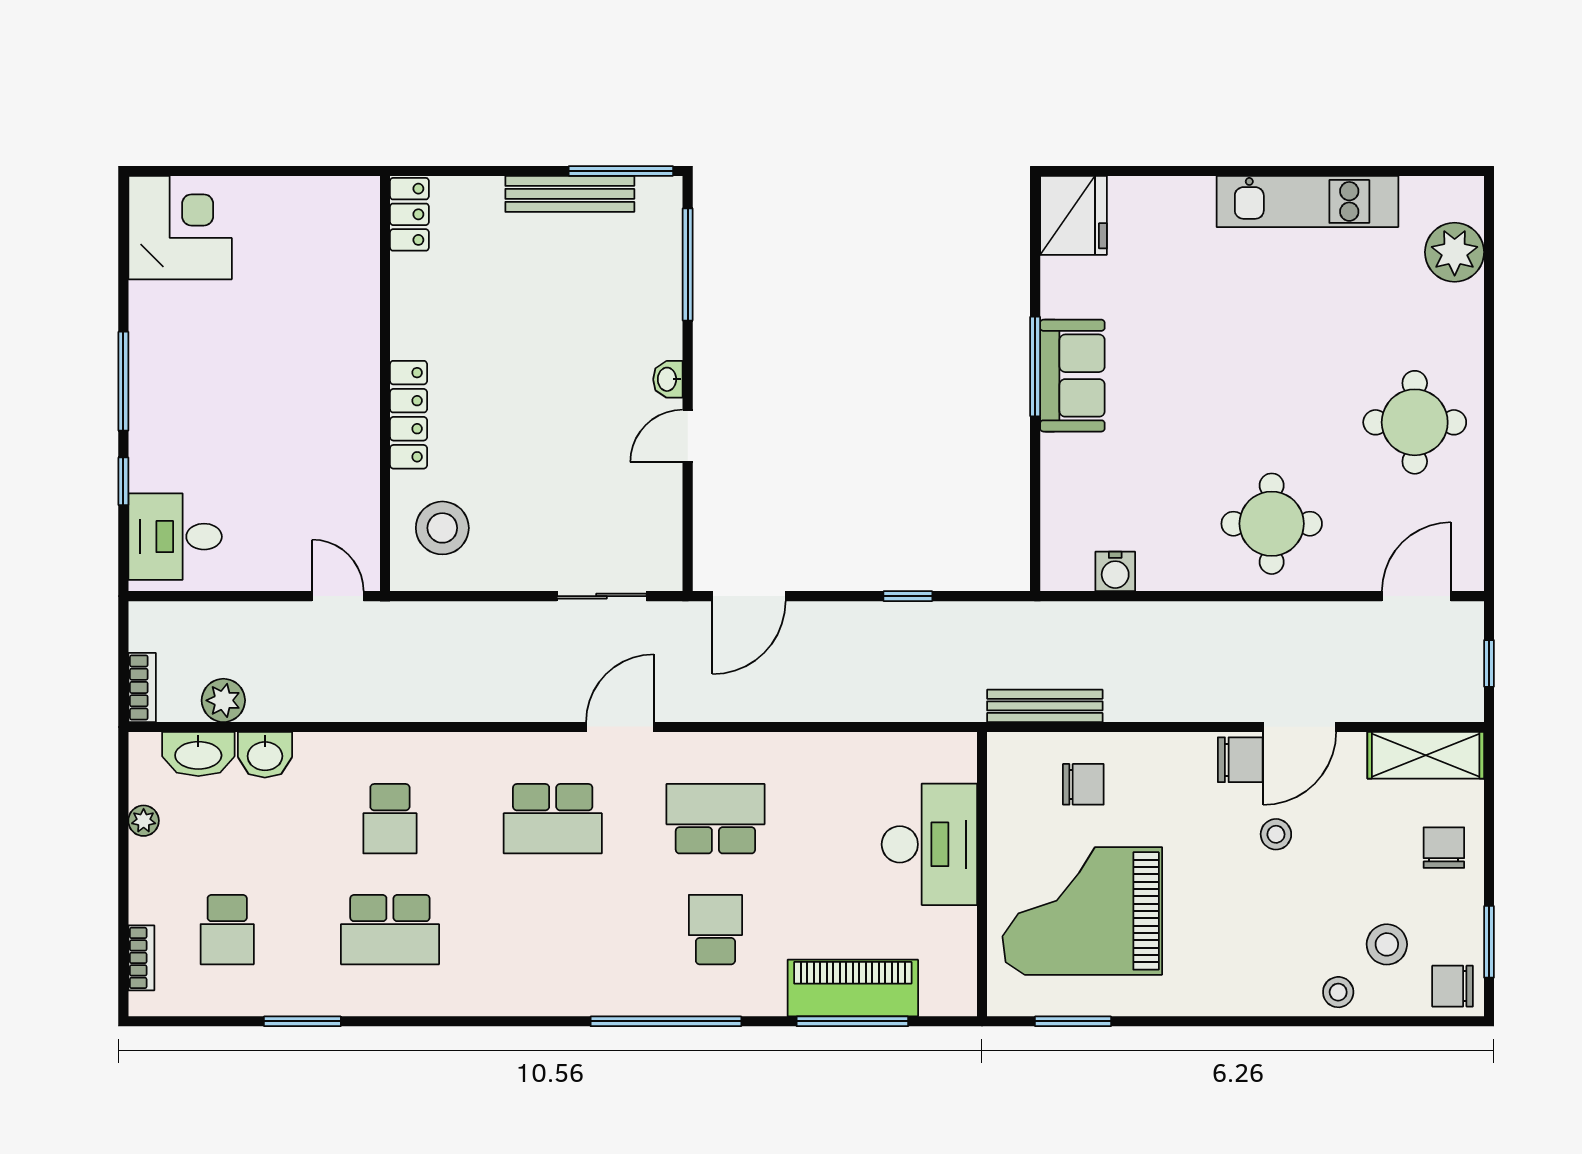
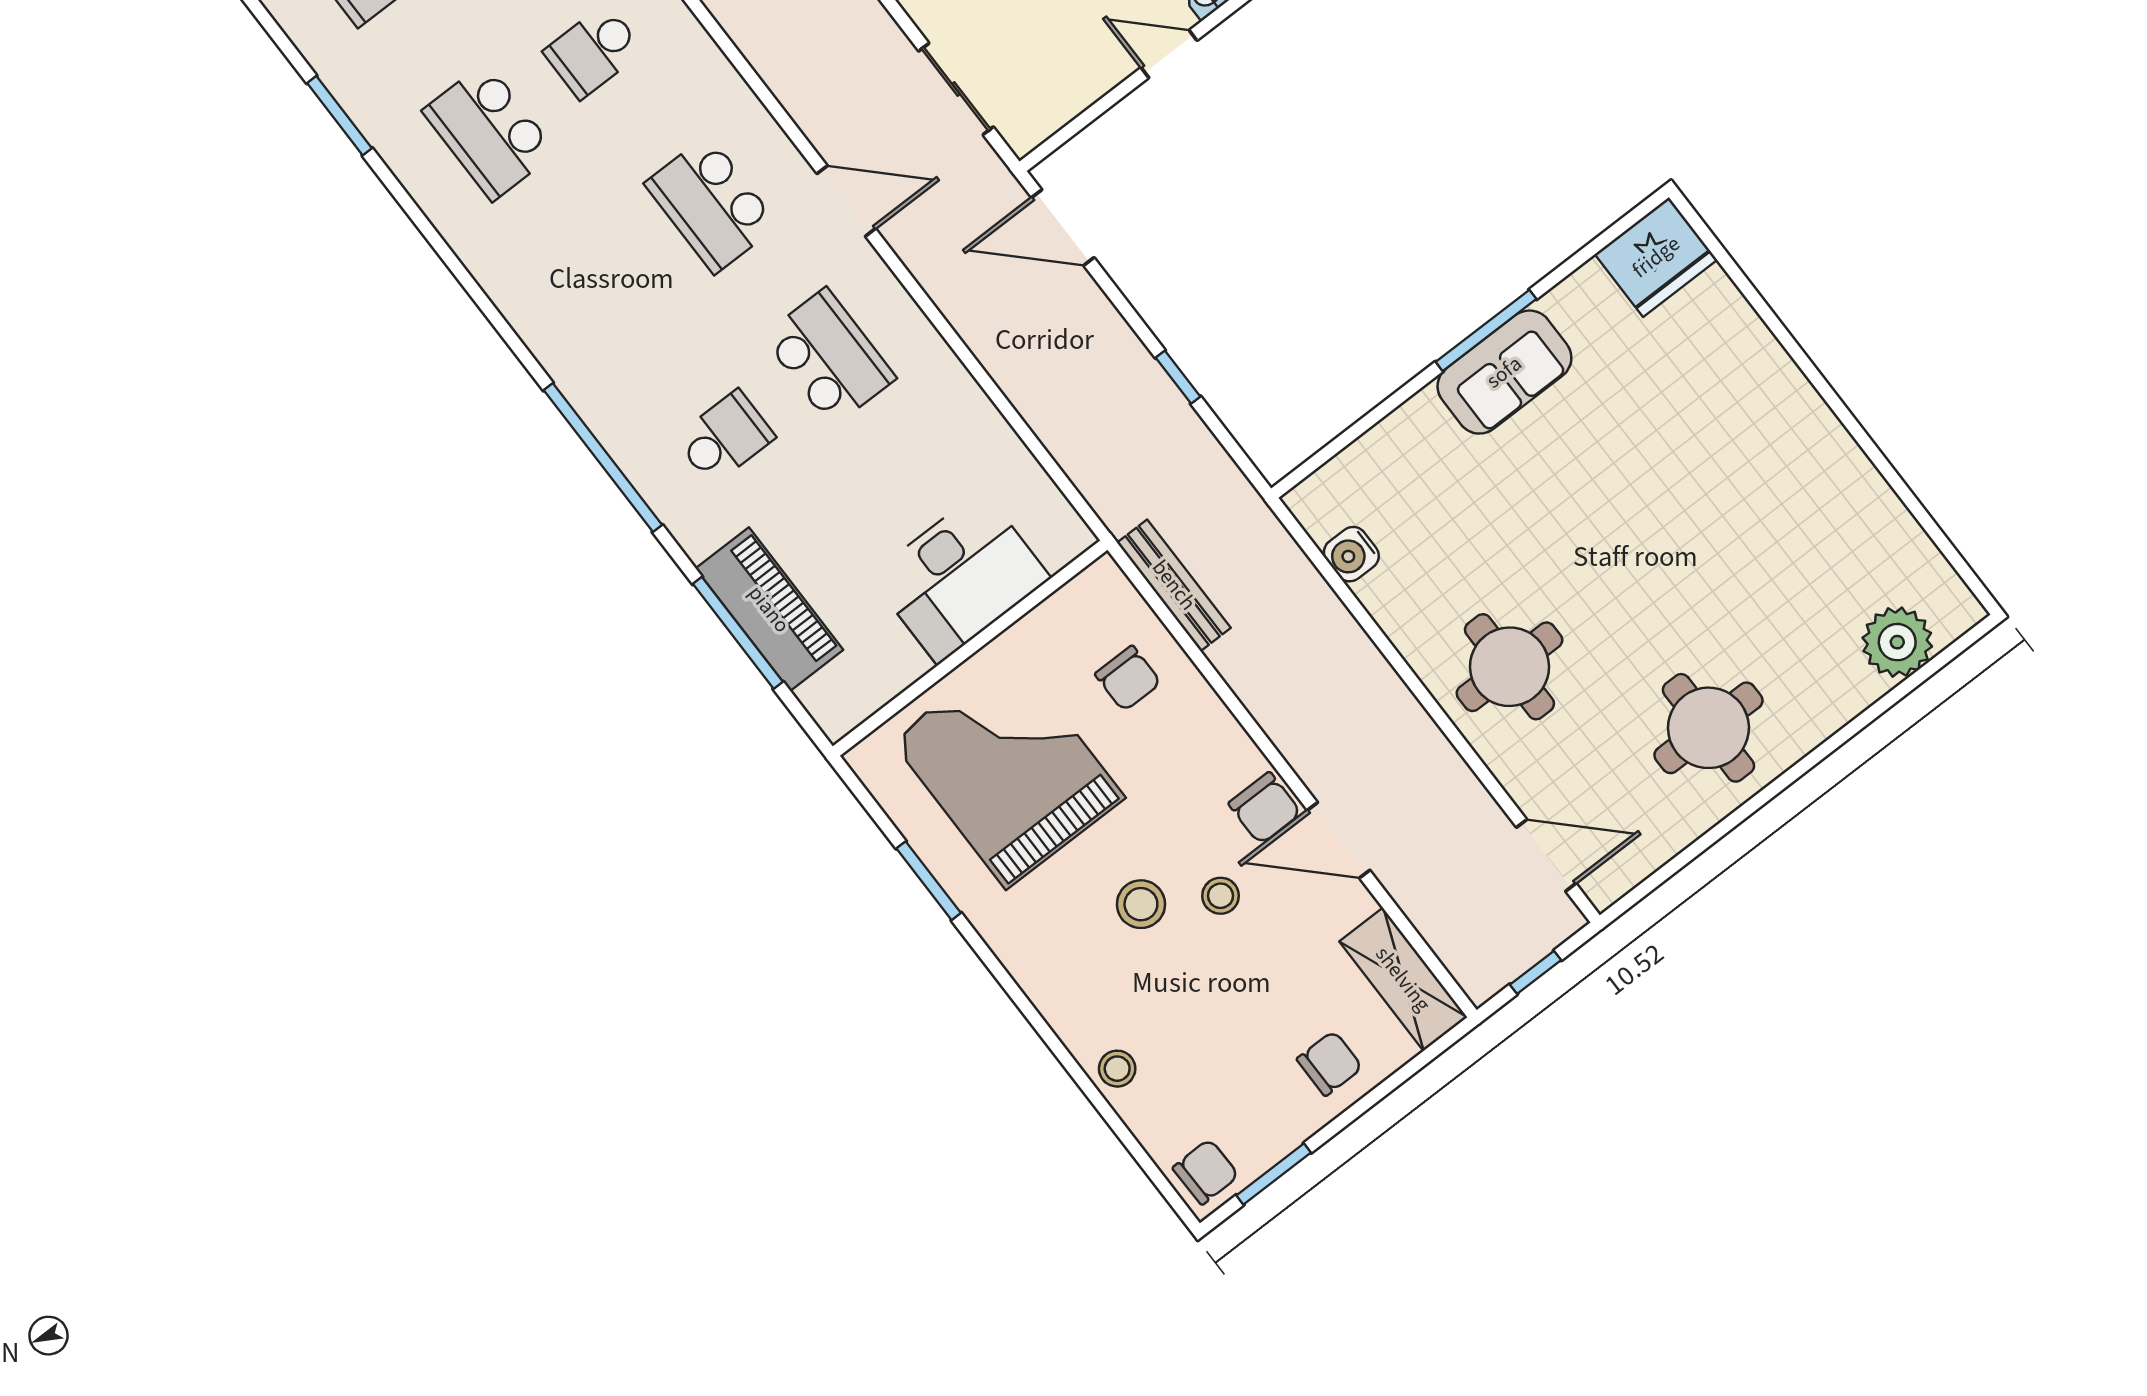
kitchen unit: (1307, 201) -> (1839, 467), removed
stool: (1387, 944) -> (1141, 904), moved
chair: (1453, 986) -> (1206, 1172), turned 89
window: (1073, 1021) -> (929, 881), moved

